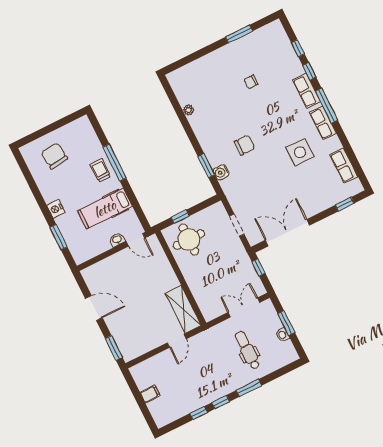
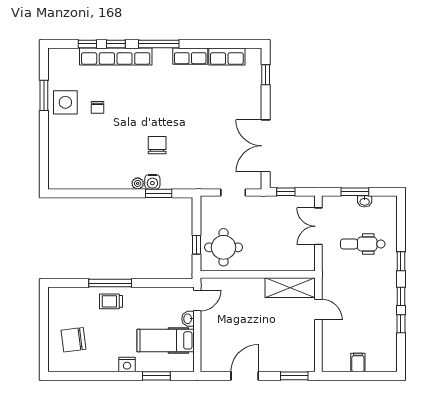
row of seats: (307, 91) -> (116, 56), width x2.02
plant: (189, 110) -> (138, 183), moved
row of seats: (323, 123) -> (190, 56), moved
side table: (300, 152) -> (65, 102), moved
water cooler: (221, 172) -> (152, 182), moved
hospital bed: (105, 209) -> (166, 340), moved, turned 90
window: (249, 388) -> (401, 261), width x0.67

